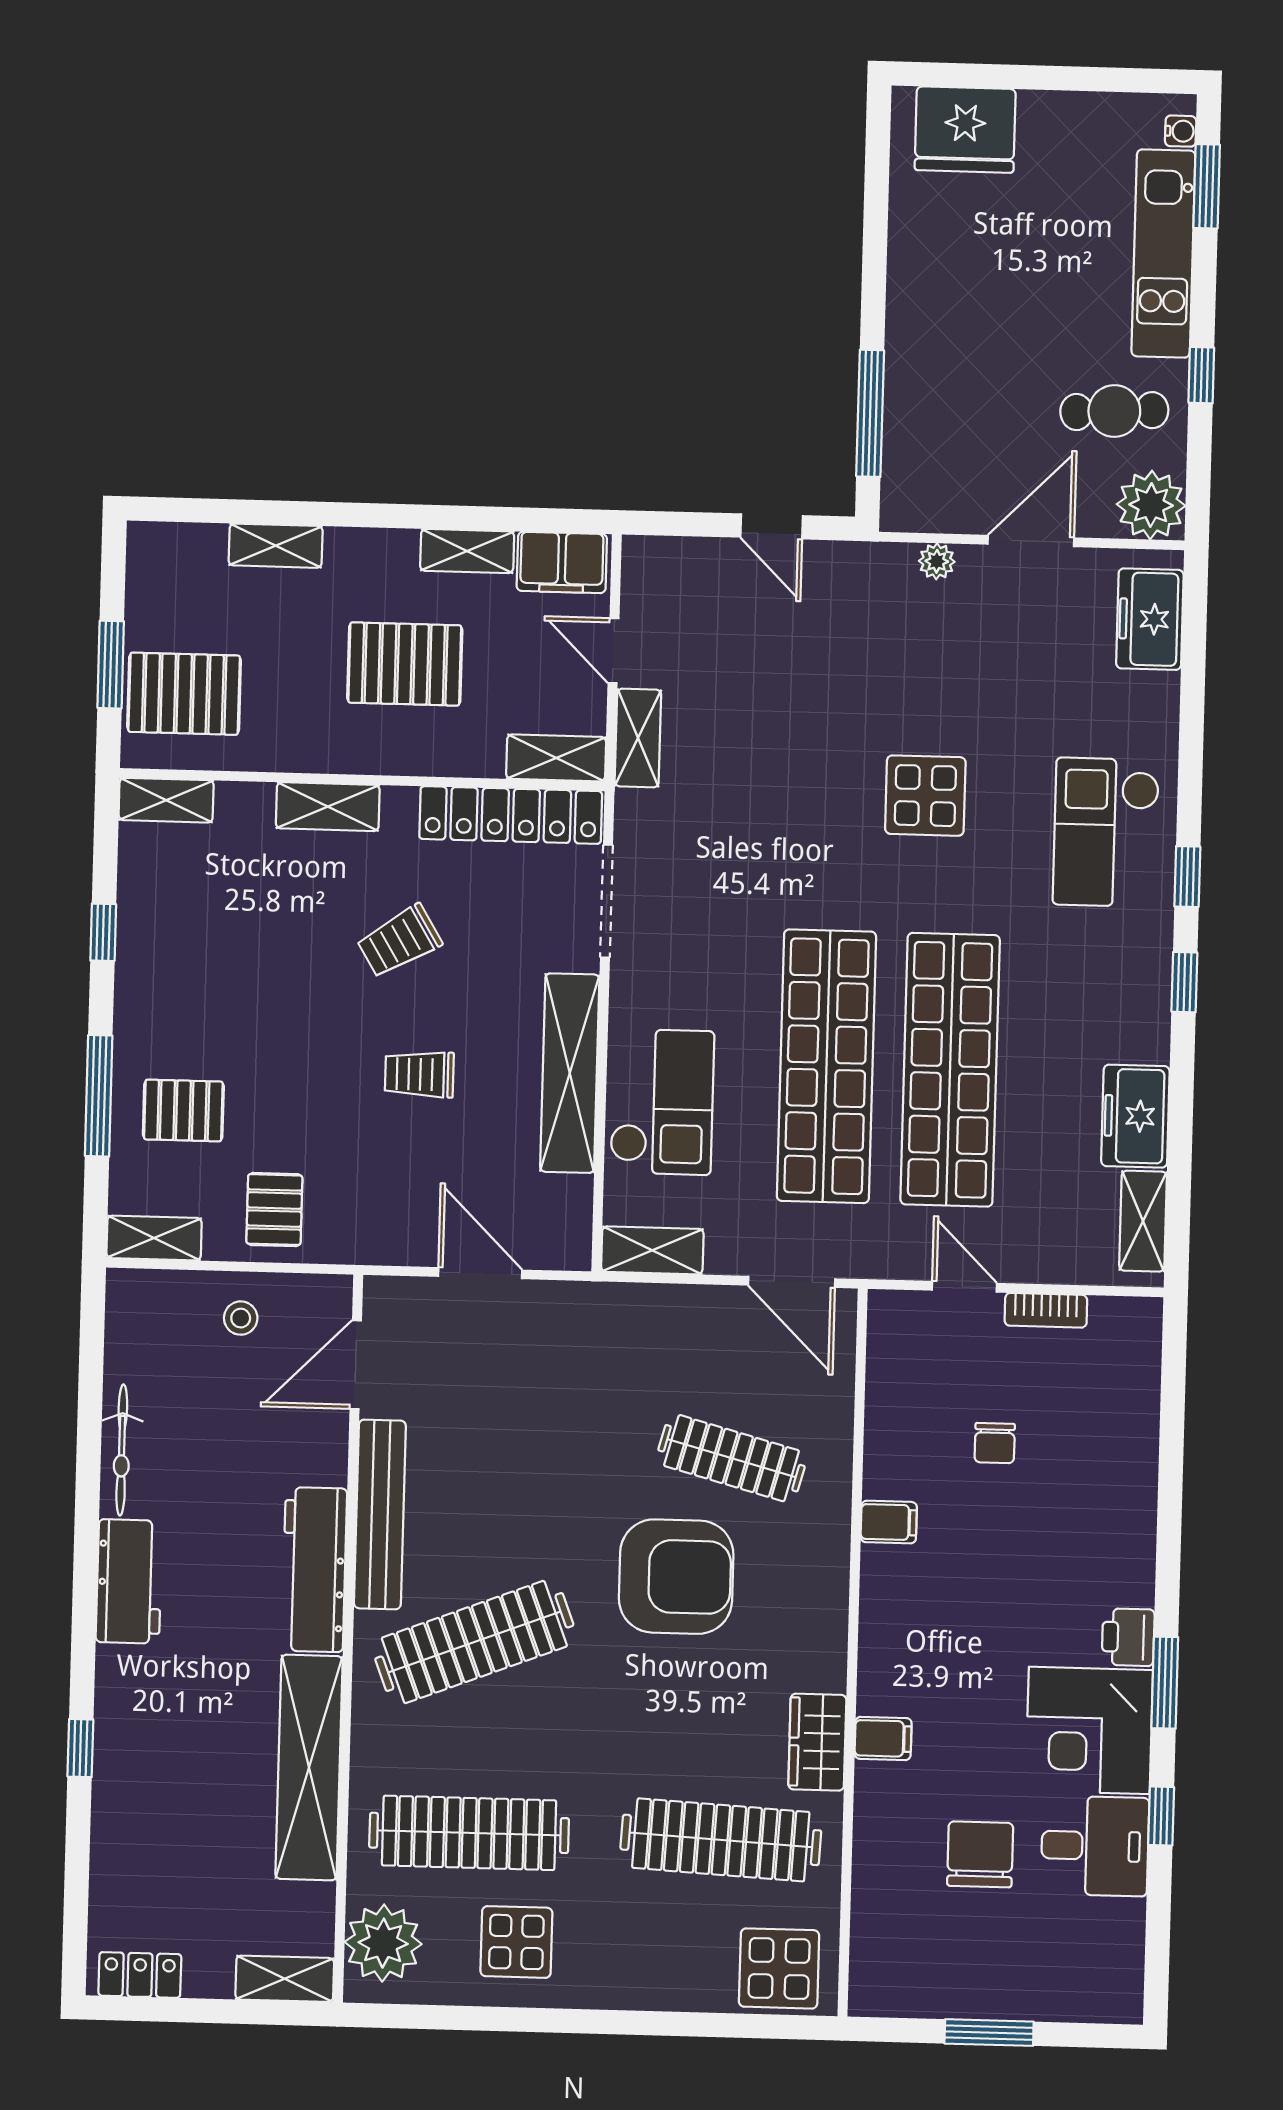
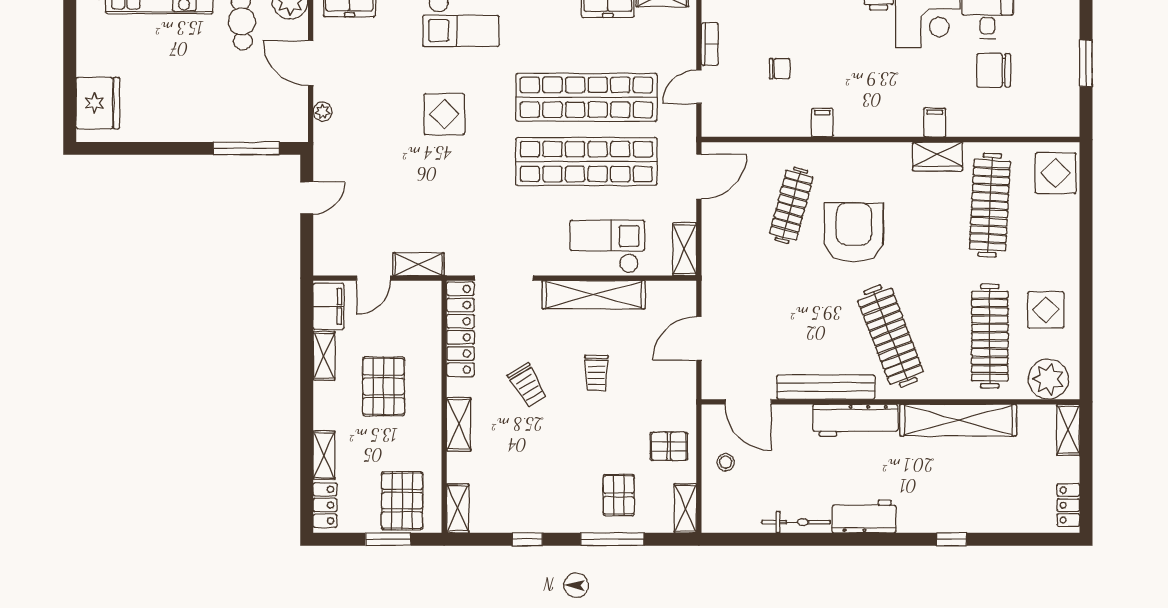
locker: (180, 545) -> (325, 505), added
shelving: (556, 758) -> (430, 306), removed

